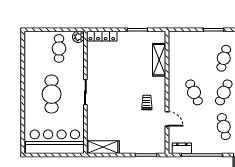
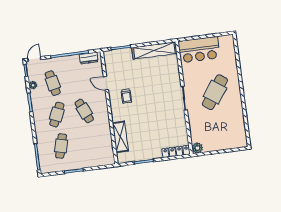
cafe table: (59, 48) -> (214, 135), removed
cafe table: (52, 94) -> (215, 92), turned 35
bar counter: (55, 142) -> (199, 50), width x0.73
shelving: (103, 147) -> (154, 50), width x1.47

